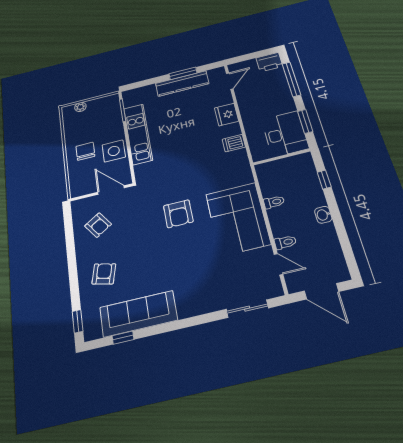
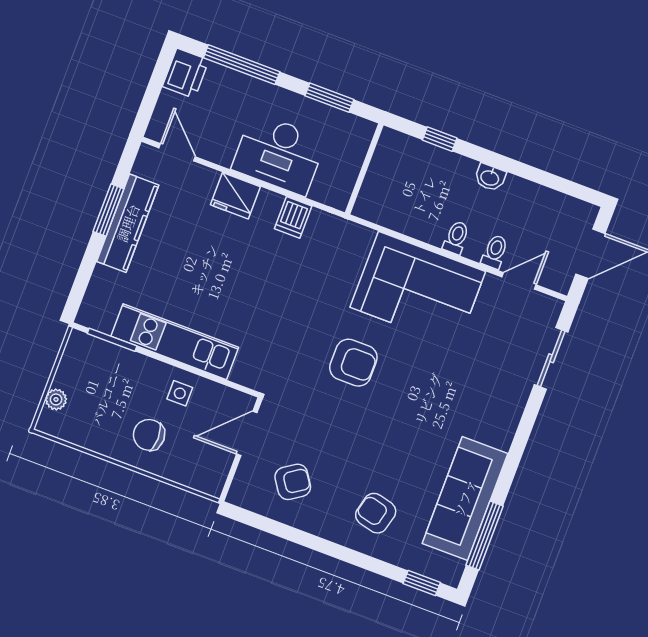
desk: (285, 134) -> (279, 154), moved, turned 180
side table: (114, 151) -> (180, 393), width x0.54, depth x0.54
toilet: (274, 202) -> (456, 238), moved
window: (123, 338) -> (484, 536), width x2.17

